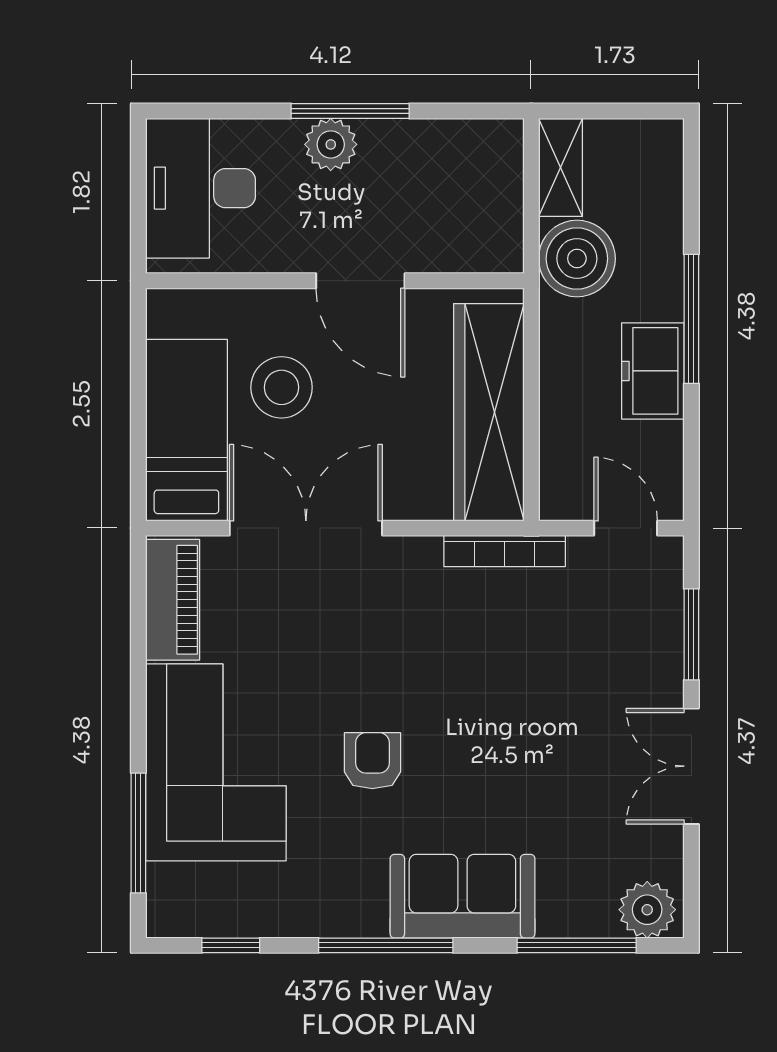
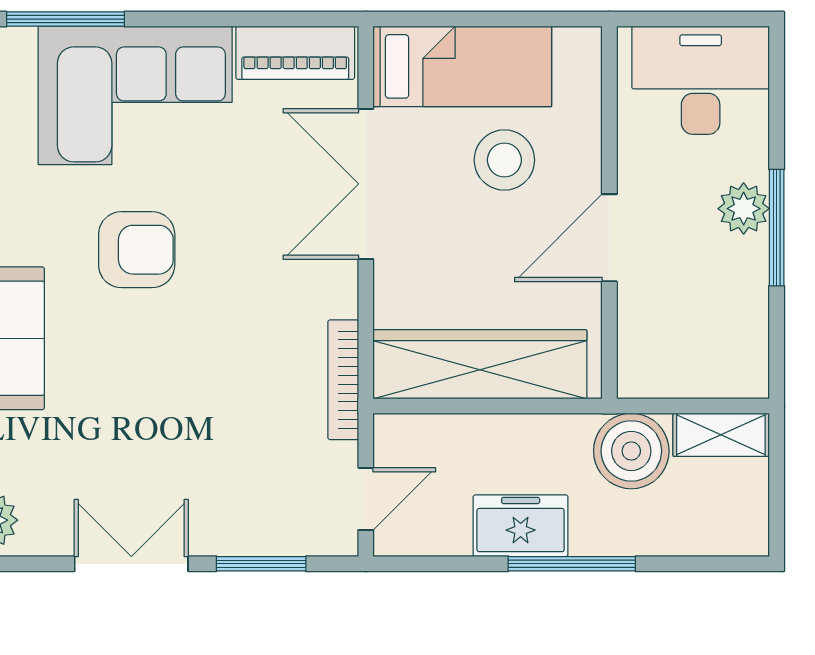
double door: (306, 528) -> (366, 184), swing flipped
armchair: (372, 761) -> (137, 250), width x1.38, depth x1.38

